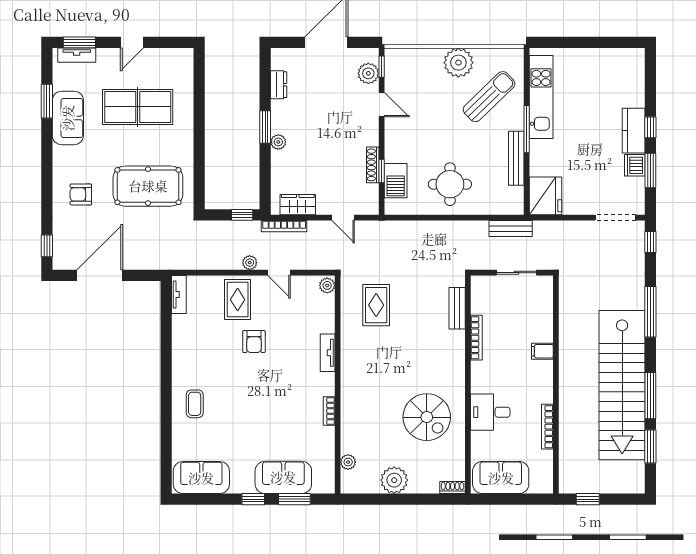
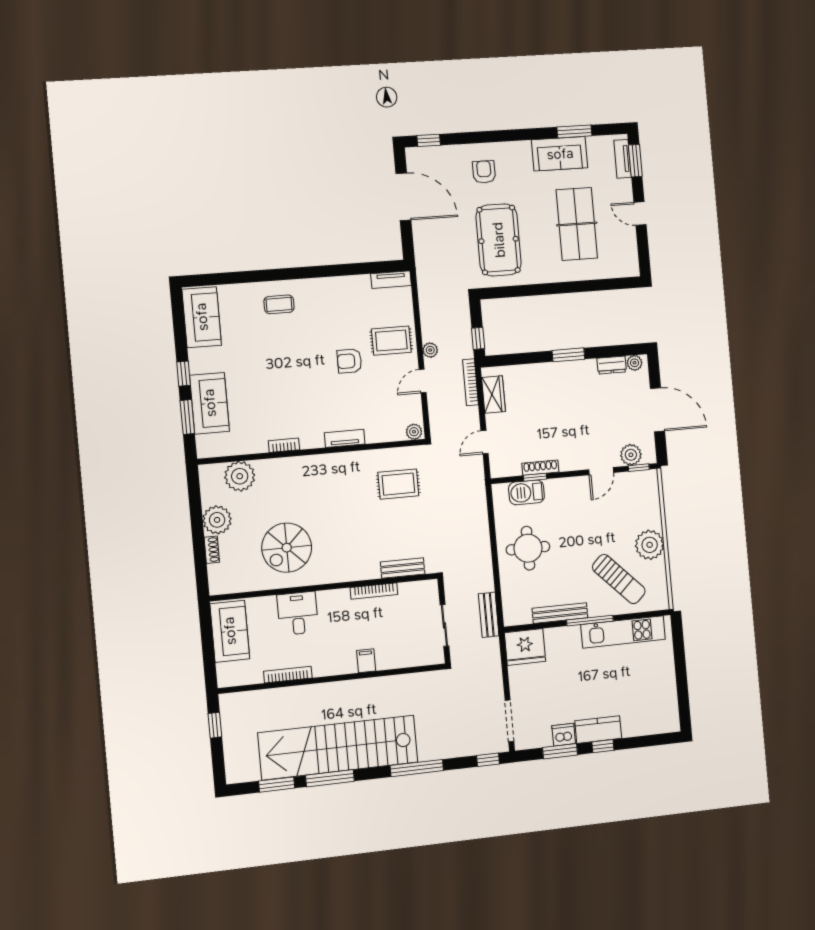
plant: (278, 142) -> (635, 363), moved
plant: (348, 462) -> (240, 476), width x1.88, depth x1.88
shoe rack: (453, 488) -> (212, 550), moved

